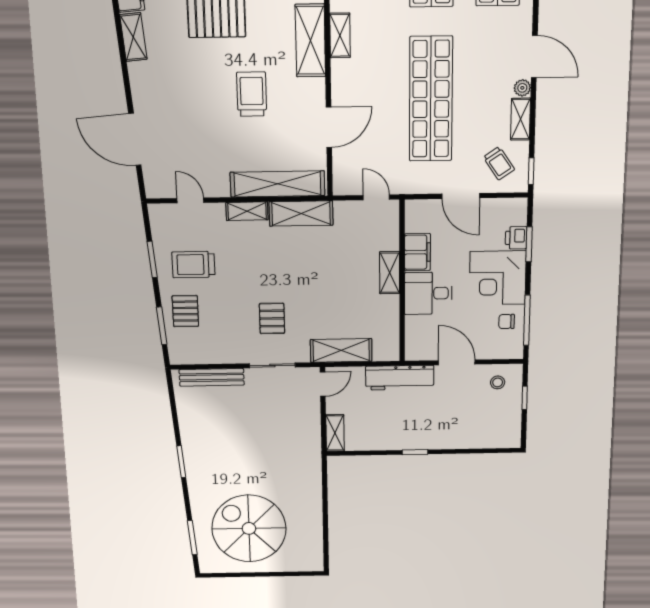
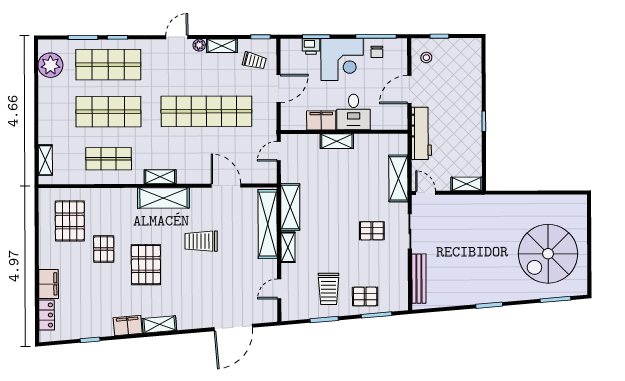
door: (534, 57) -> (177, 37), width x0.73
trolley: (499, 163) -> (254, 61), turned 49

